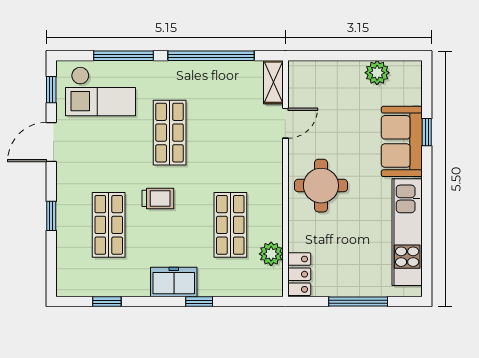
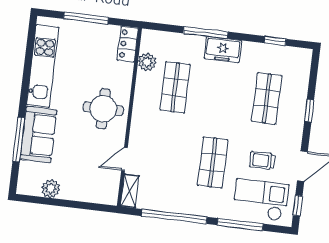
window: (427, 132) -> (19, 139), width x2.17
trolley: (158, 198) -> (262, 160), moved
window: (199, 302) -> (206, 33), width x2.17

